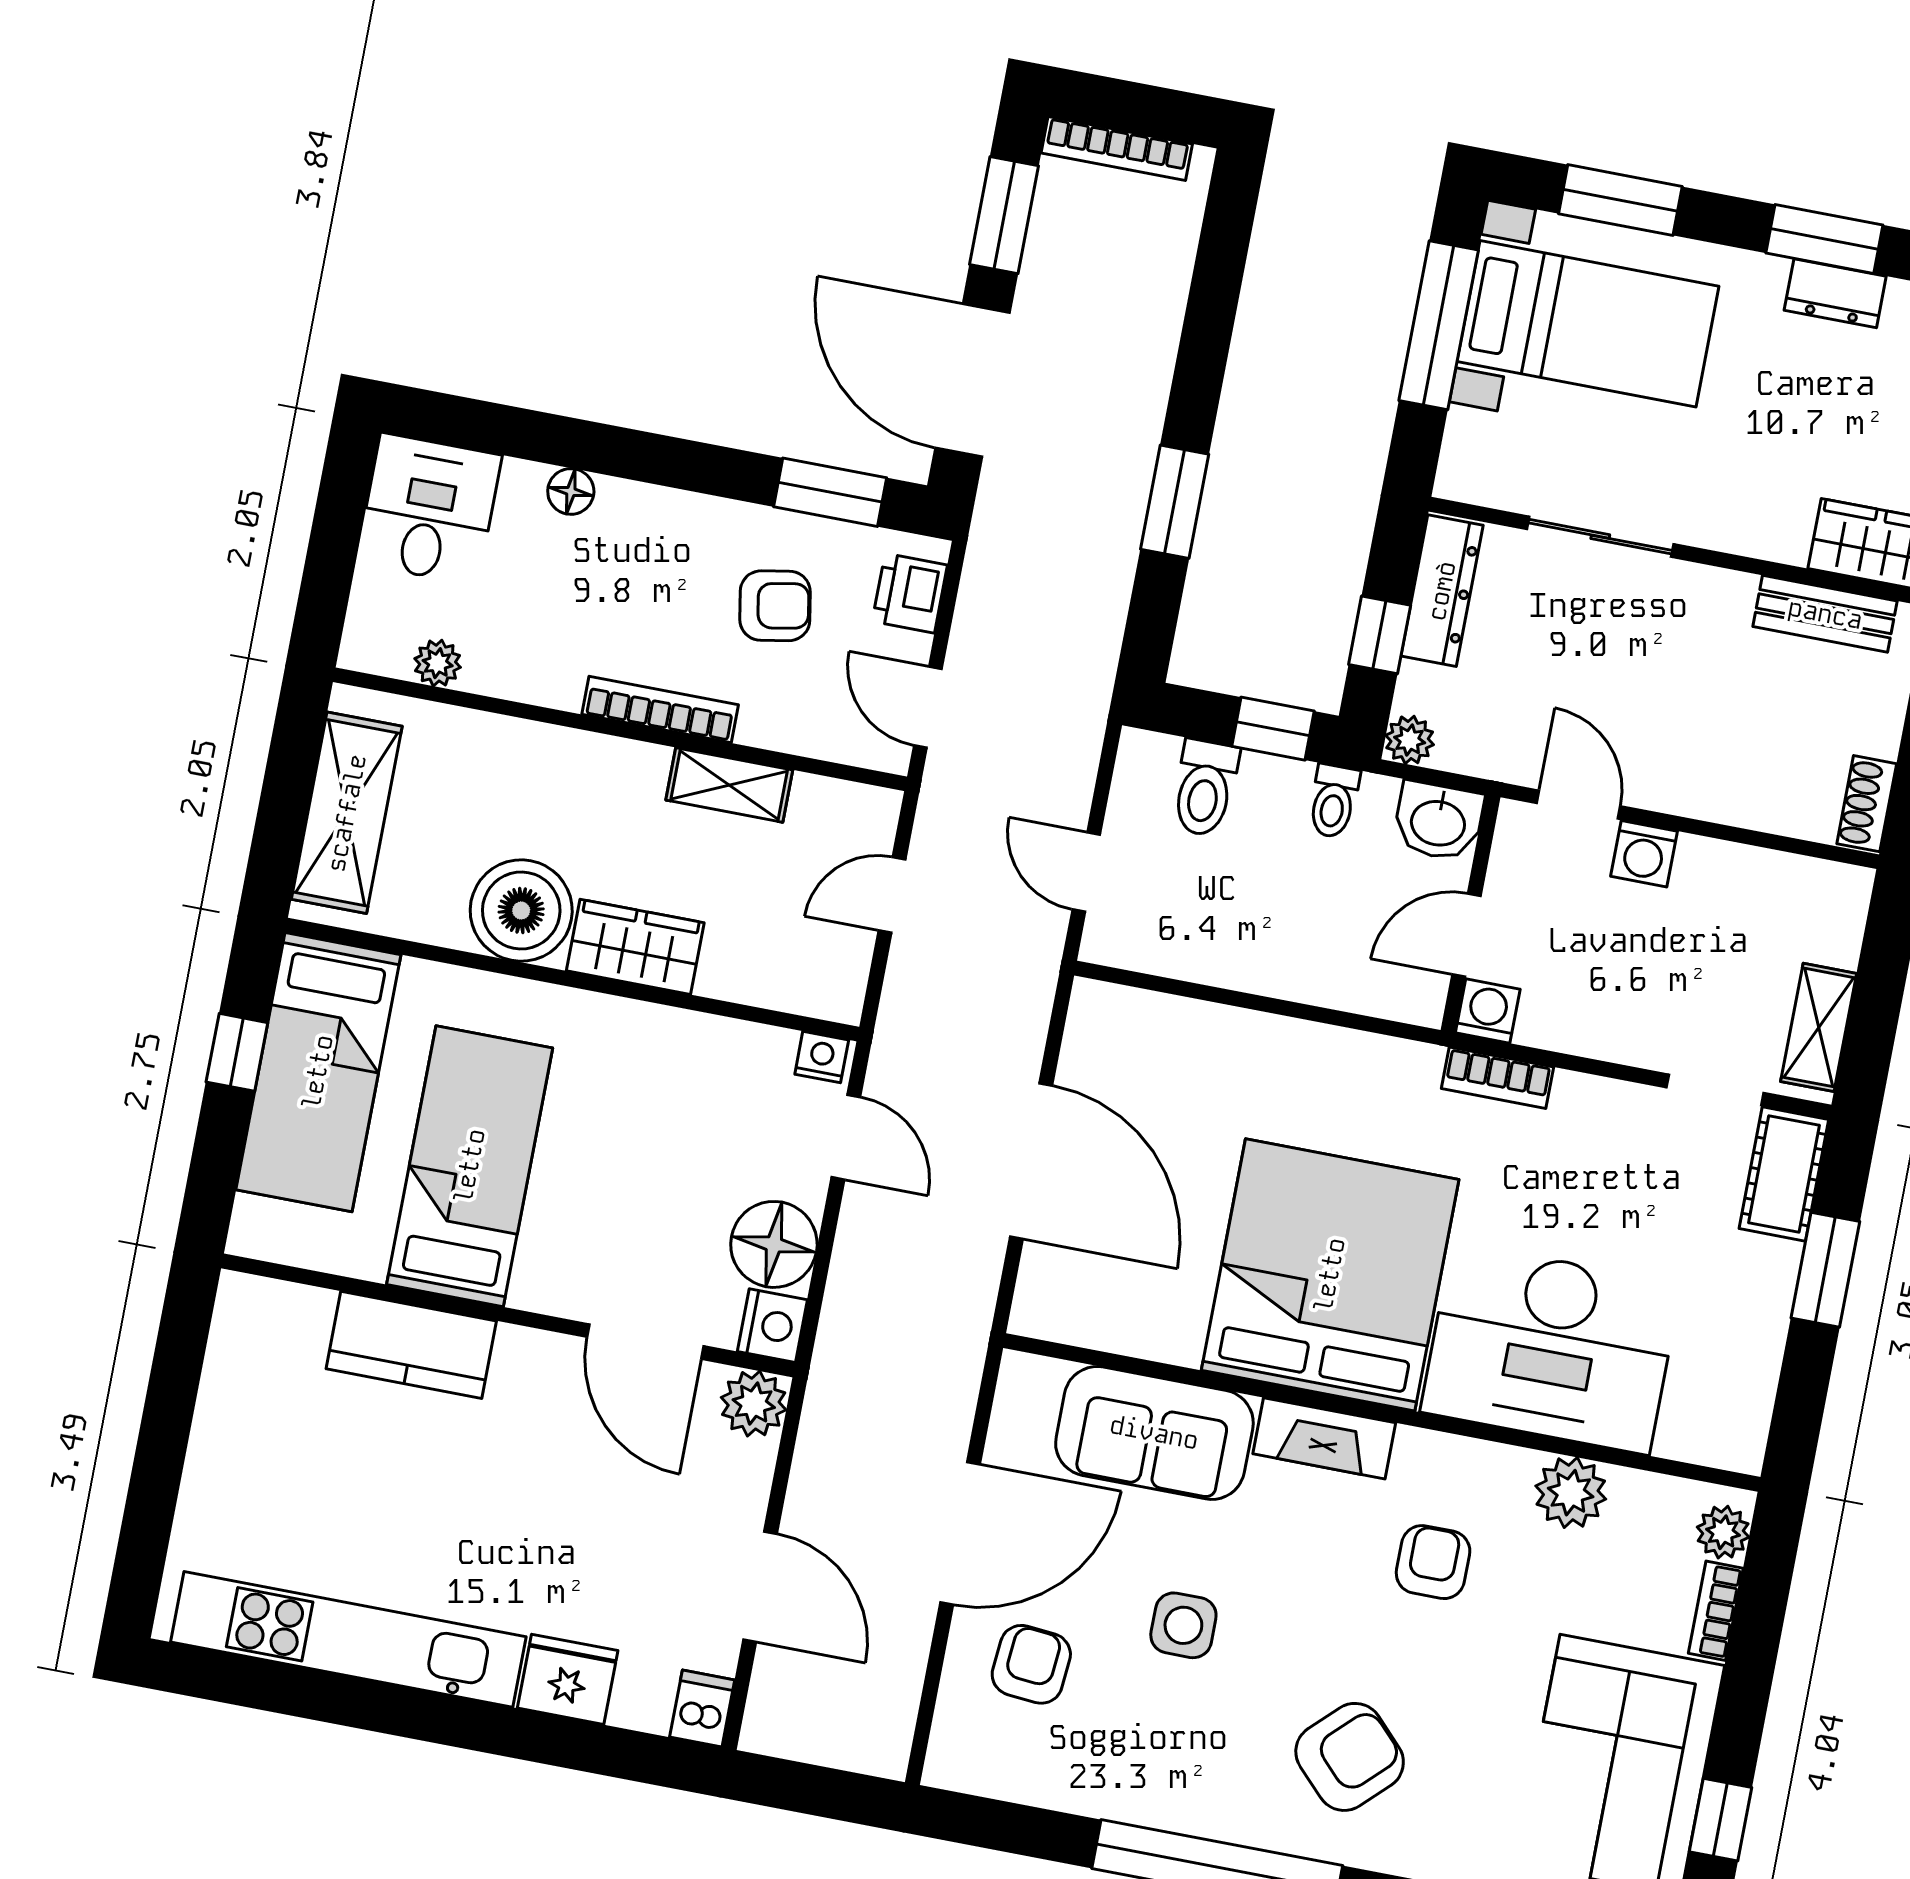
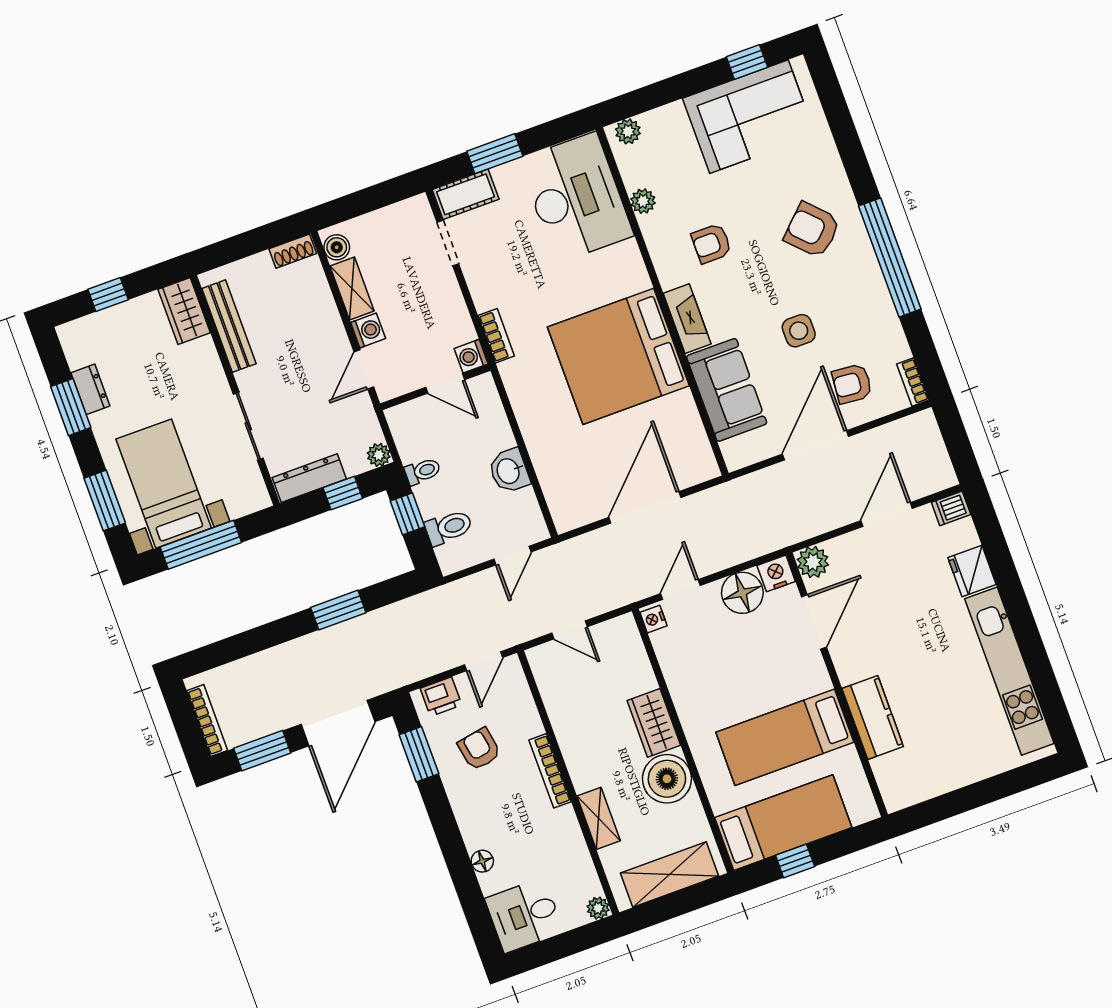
bench: (1825, 614) -> (229, 326), width x1.36
plant: (438, 663) -> (598, 908), moved
shelving: (729, 785) -> (599, 818), moved
washbasin: (1438, 821) -> (509, 471), moved, turned 180
boiler: (1827, 886) -> (337, 247), added
shelving: (1819, 1027) -> (352, 289), moved, turned 90
desk: (1551, 1348) -> (576, 197), moved
plant: (1571, 1493) -> (643, 201), width x0.73, depth x0.73
door: (960, 1533) -> (816, 445), hinge flipped
bookcase: (1716, 1611) -> (913, 382), moved, turned 90

